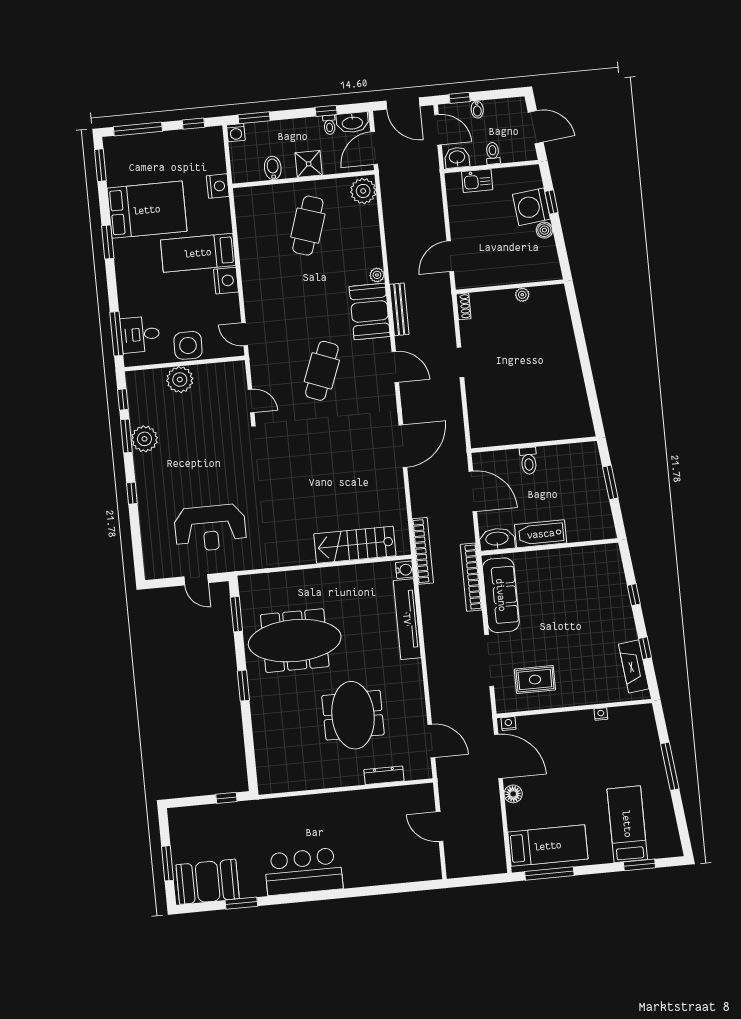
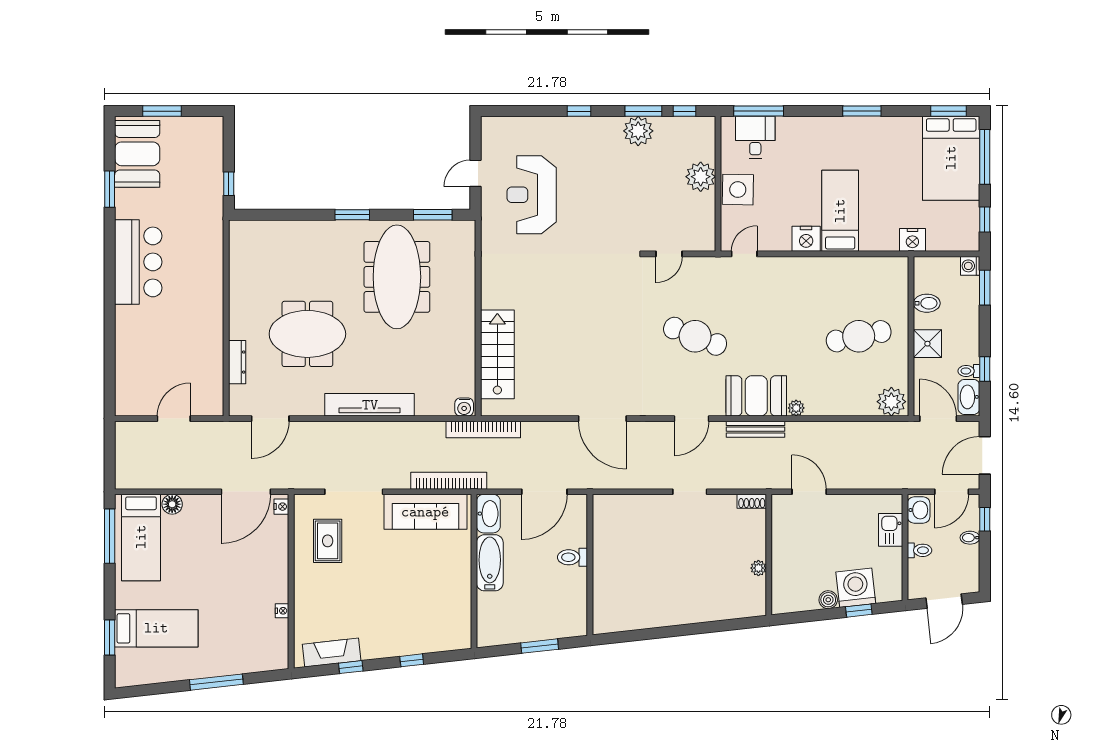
bed: (147, 210) -> (951, 158), moved
cafe table: (308, 226) -> (859, 336), turned -30
tv unit: (407, 619) -> (370, 405), moved
floor lamp: (513, 794) -> (172, 504), moved

